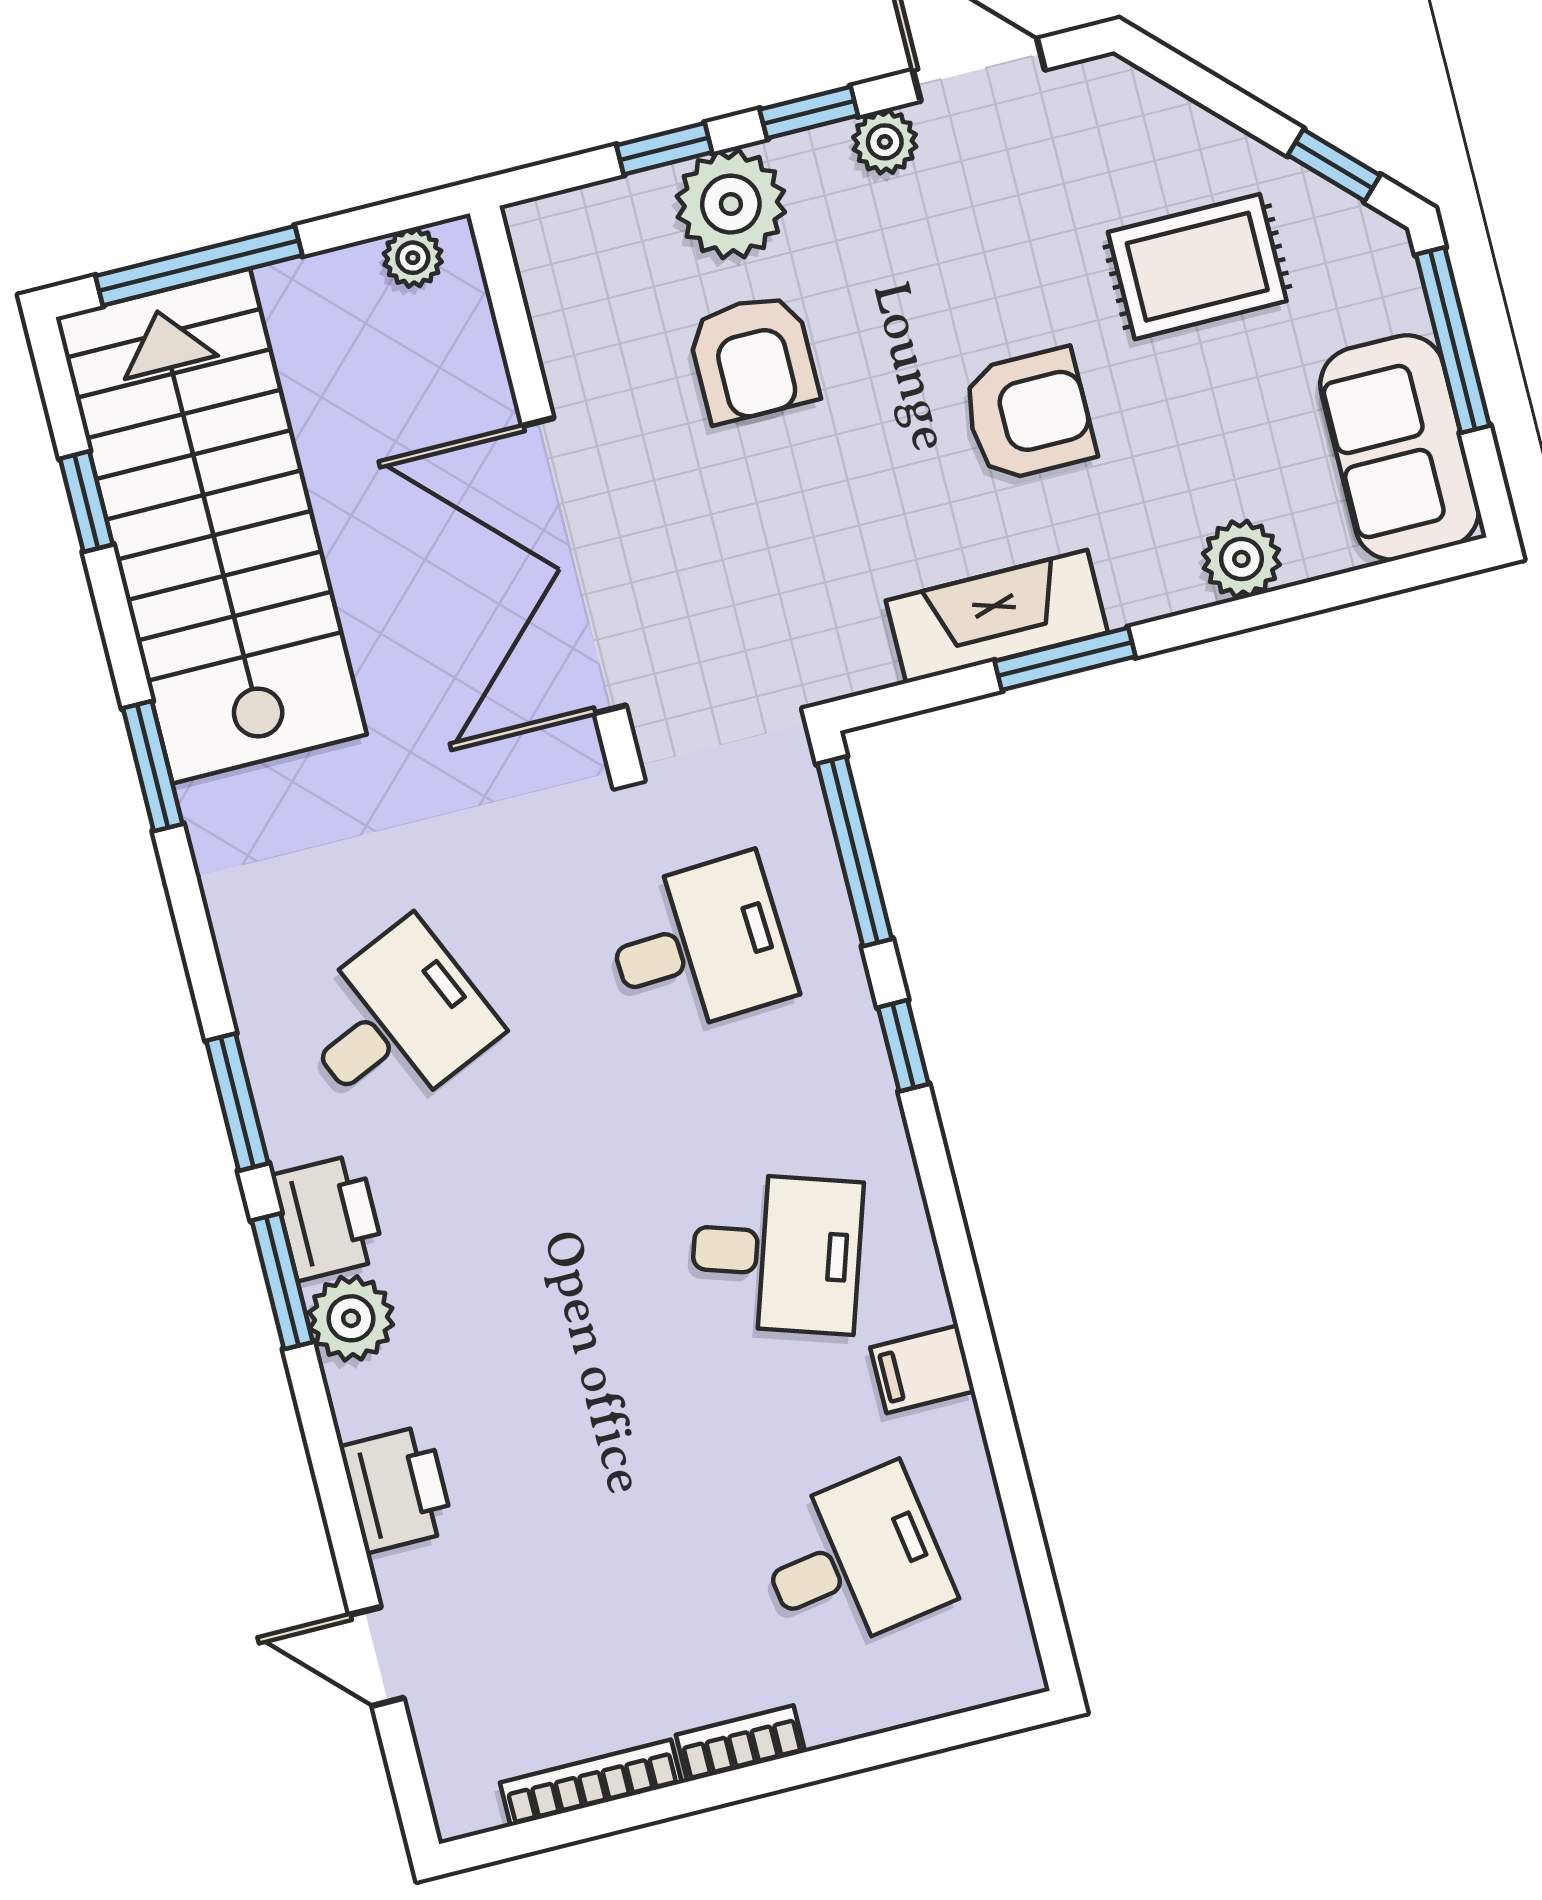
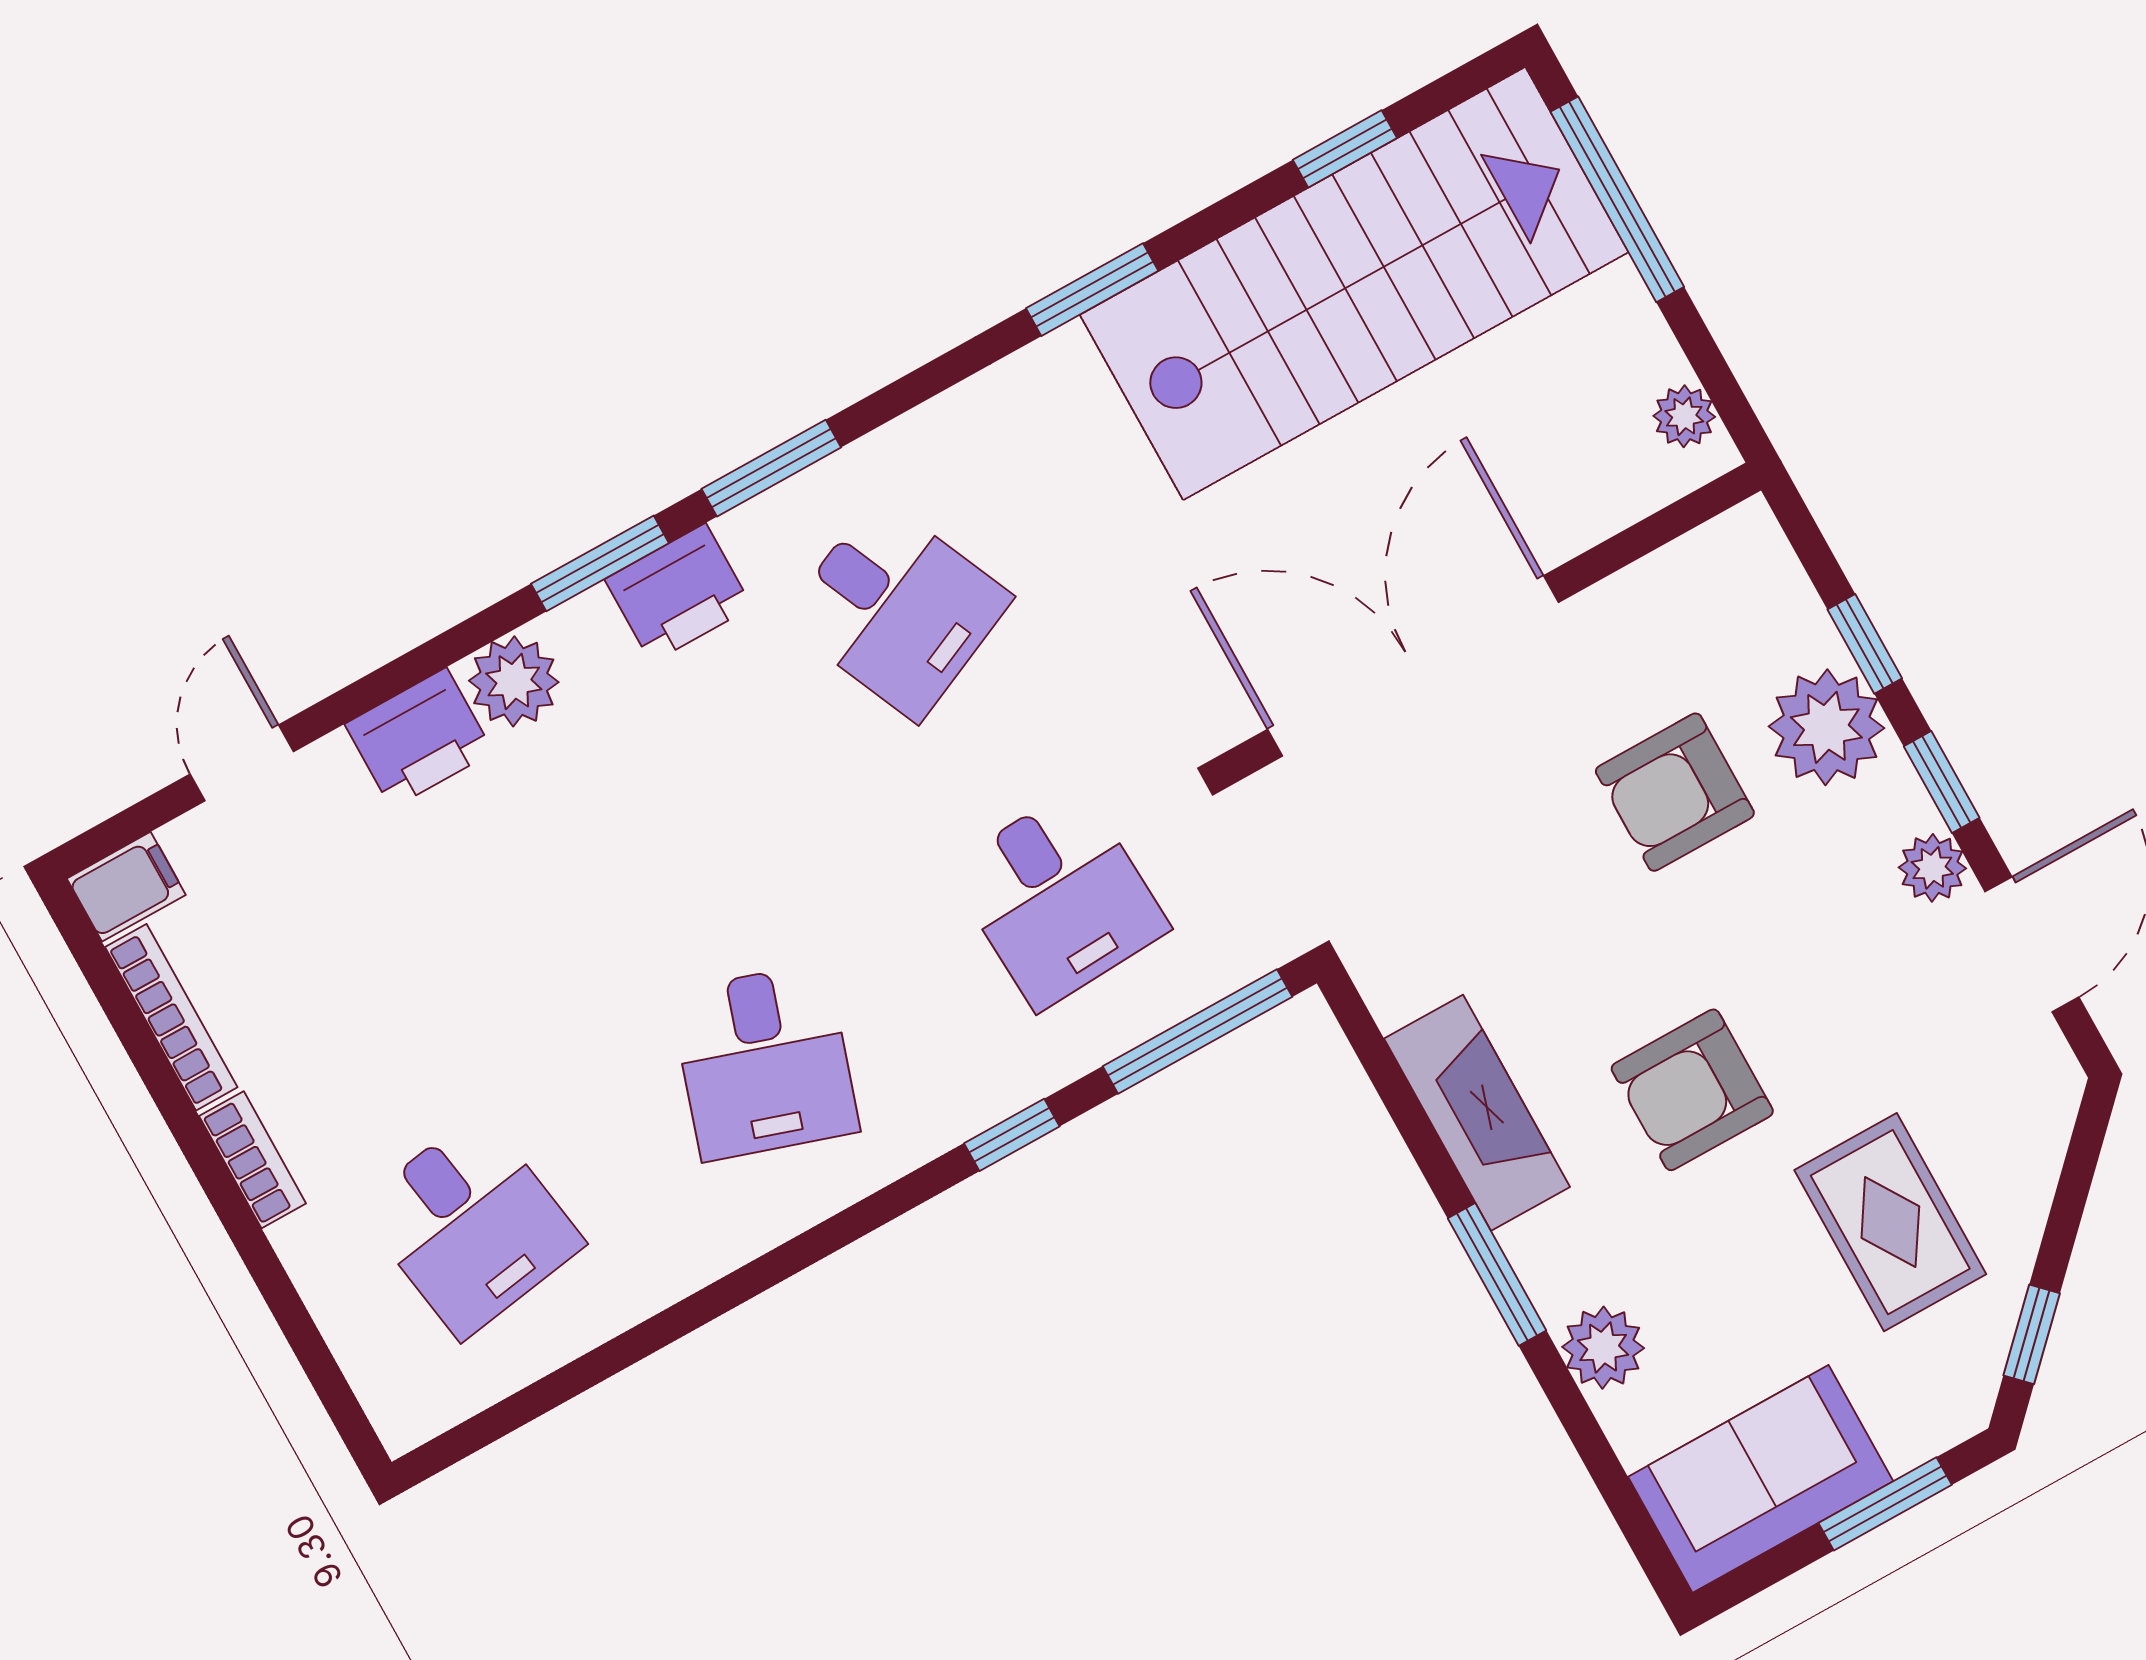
window: (1453, 340) -> (1885, 1504), width x0.69
armchair: (1028, 415) -> (1692, 1090), turned 90
window: (1065, 659) -> (1497, 1274), moved
plant: (351, 1318) -> (514, 681), moved
filing cabinet: (922, 1369) -> (126, 887), moved, turned 90

